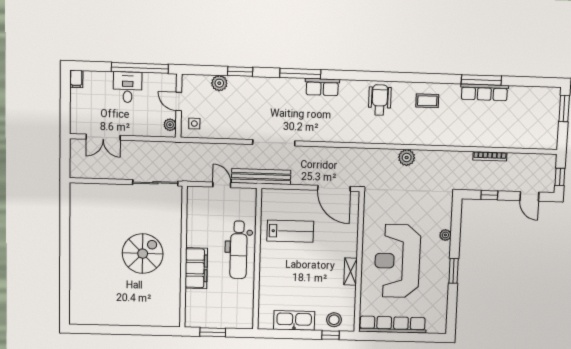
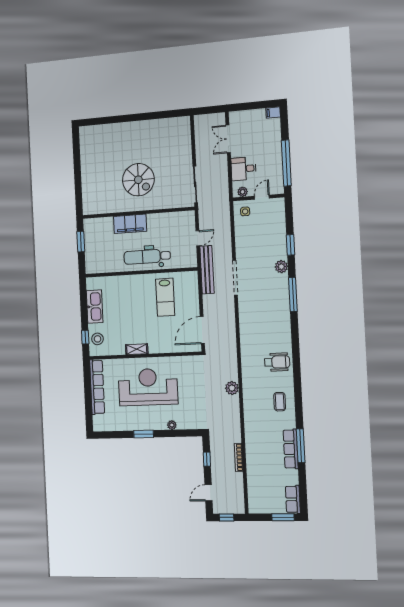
plant: (219, 83) -> (281, 267), moved
desk: (128, 87) -> (244, 169), moved, turned 180
row of seats: (322, 87) -> (293, 499), moved

